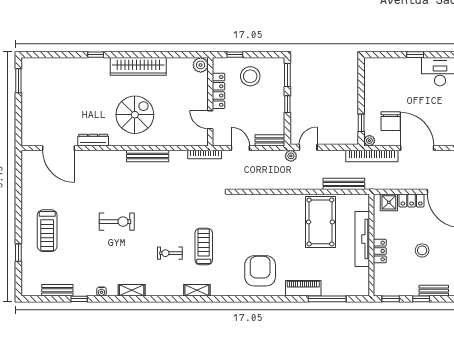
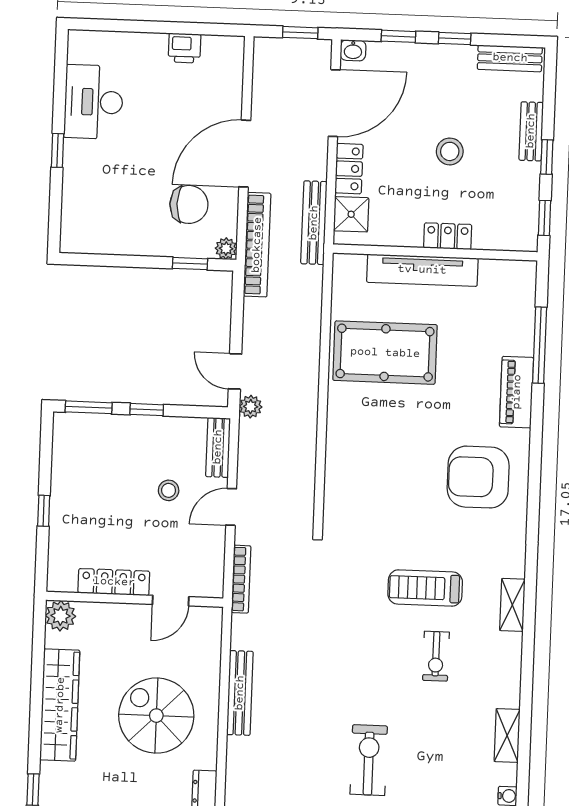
plant: (201, 65) -> (60, 616), moved
stool: (250, 76) -> (169, 490), moved, width x0.53, depth x0.53
locker: (218, 91) -> (114, 582), moved
wall: (210, 102) -> (135, 599), moved
door: (210, 120) -> (171, 601), moved
bench: (344, 184) -> (314, 223), moved

